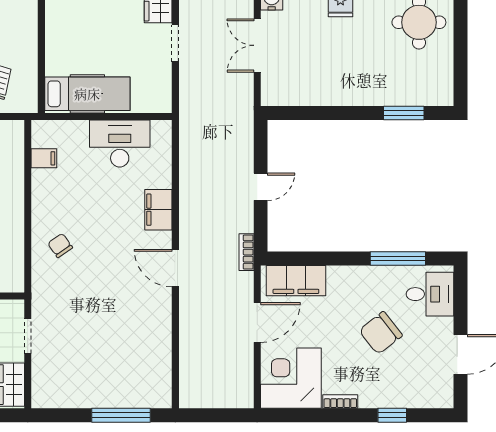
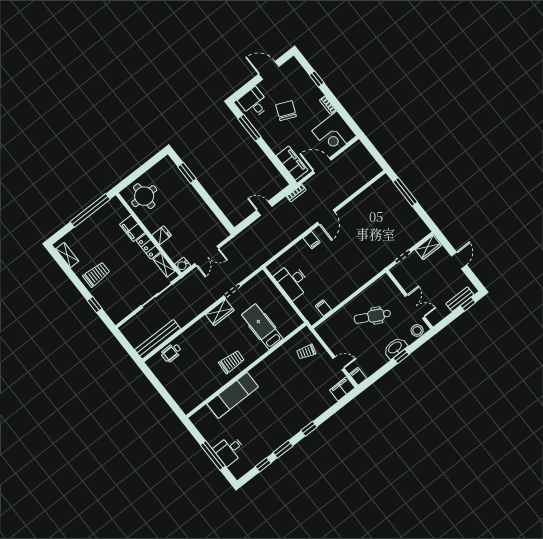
hospital bed: (87, 94) -> (262, 327), moved
filing cabinet: (158, 210) -> (312, 240), width x0.50
chair: (60, 246) -> (354, 273), removed
chair: (381, 333) -> (286, 111), turned -119

